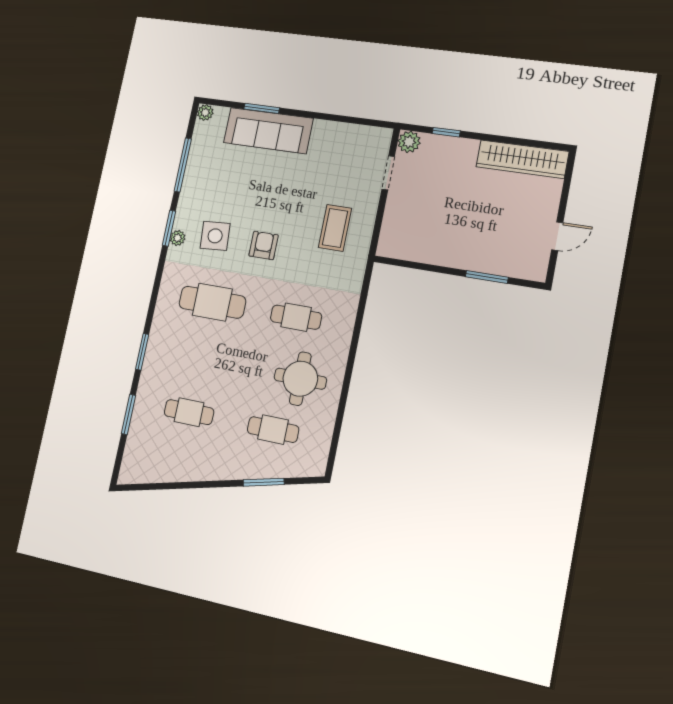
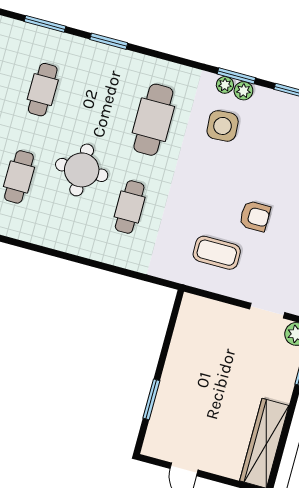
plant: (182, 220) -> (243, 91), added
armchair: (264, 245) -> (255, 216), moved
round table: (300, 379) -> (82, 170), moved

